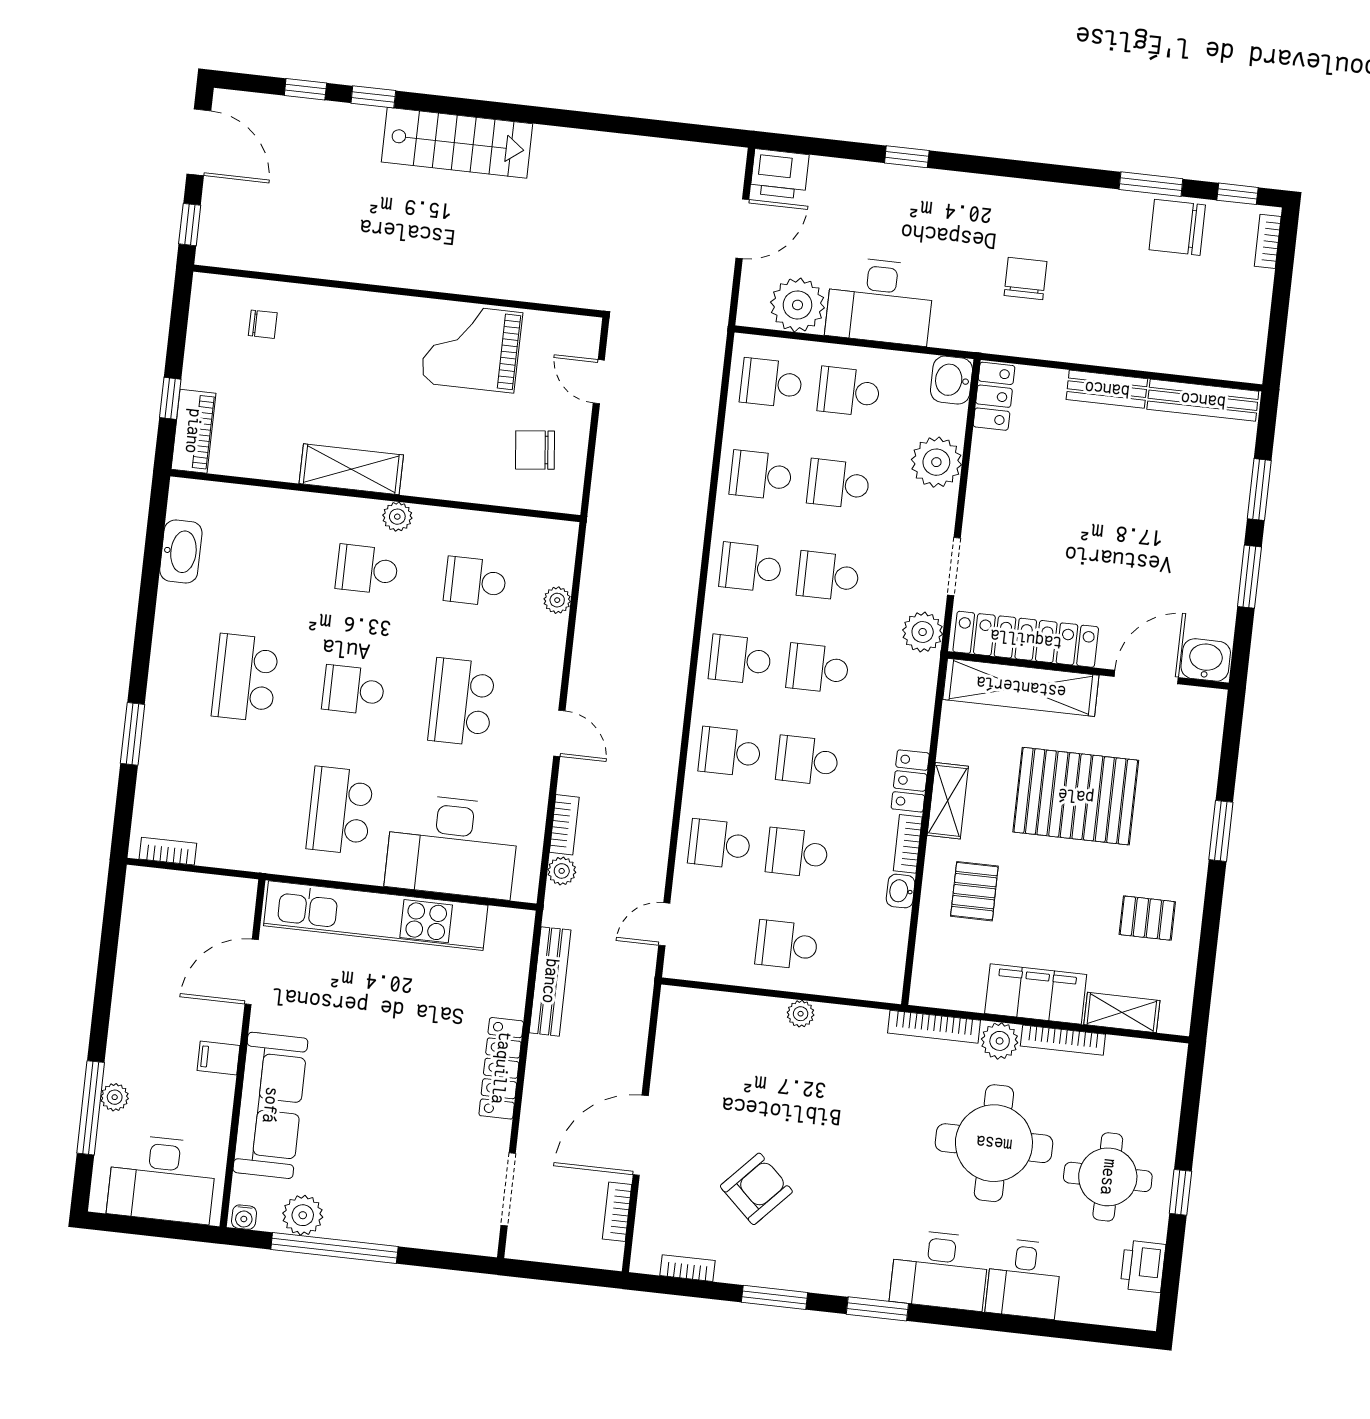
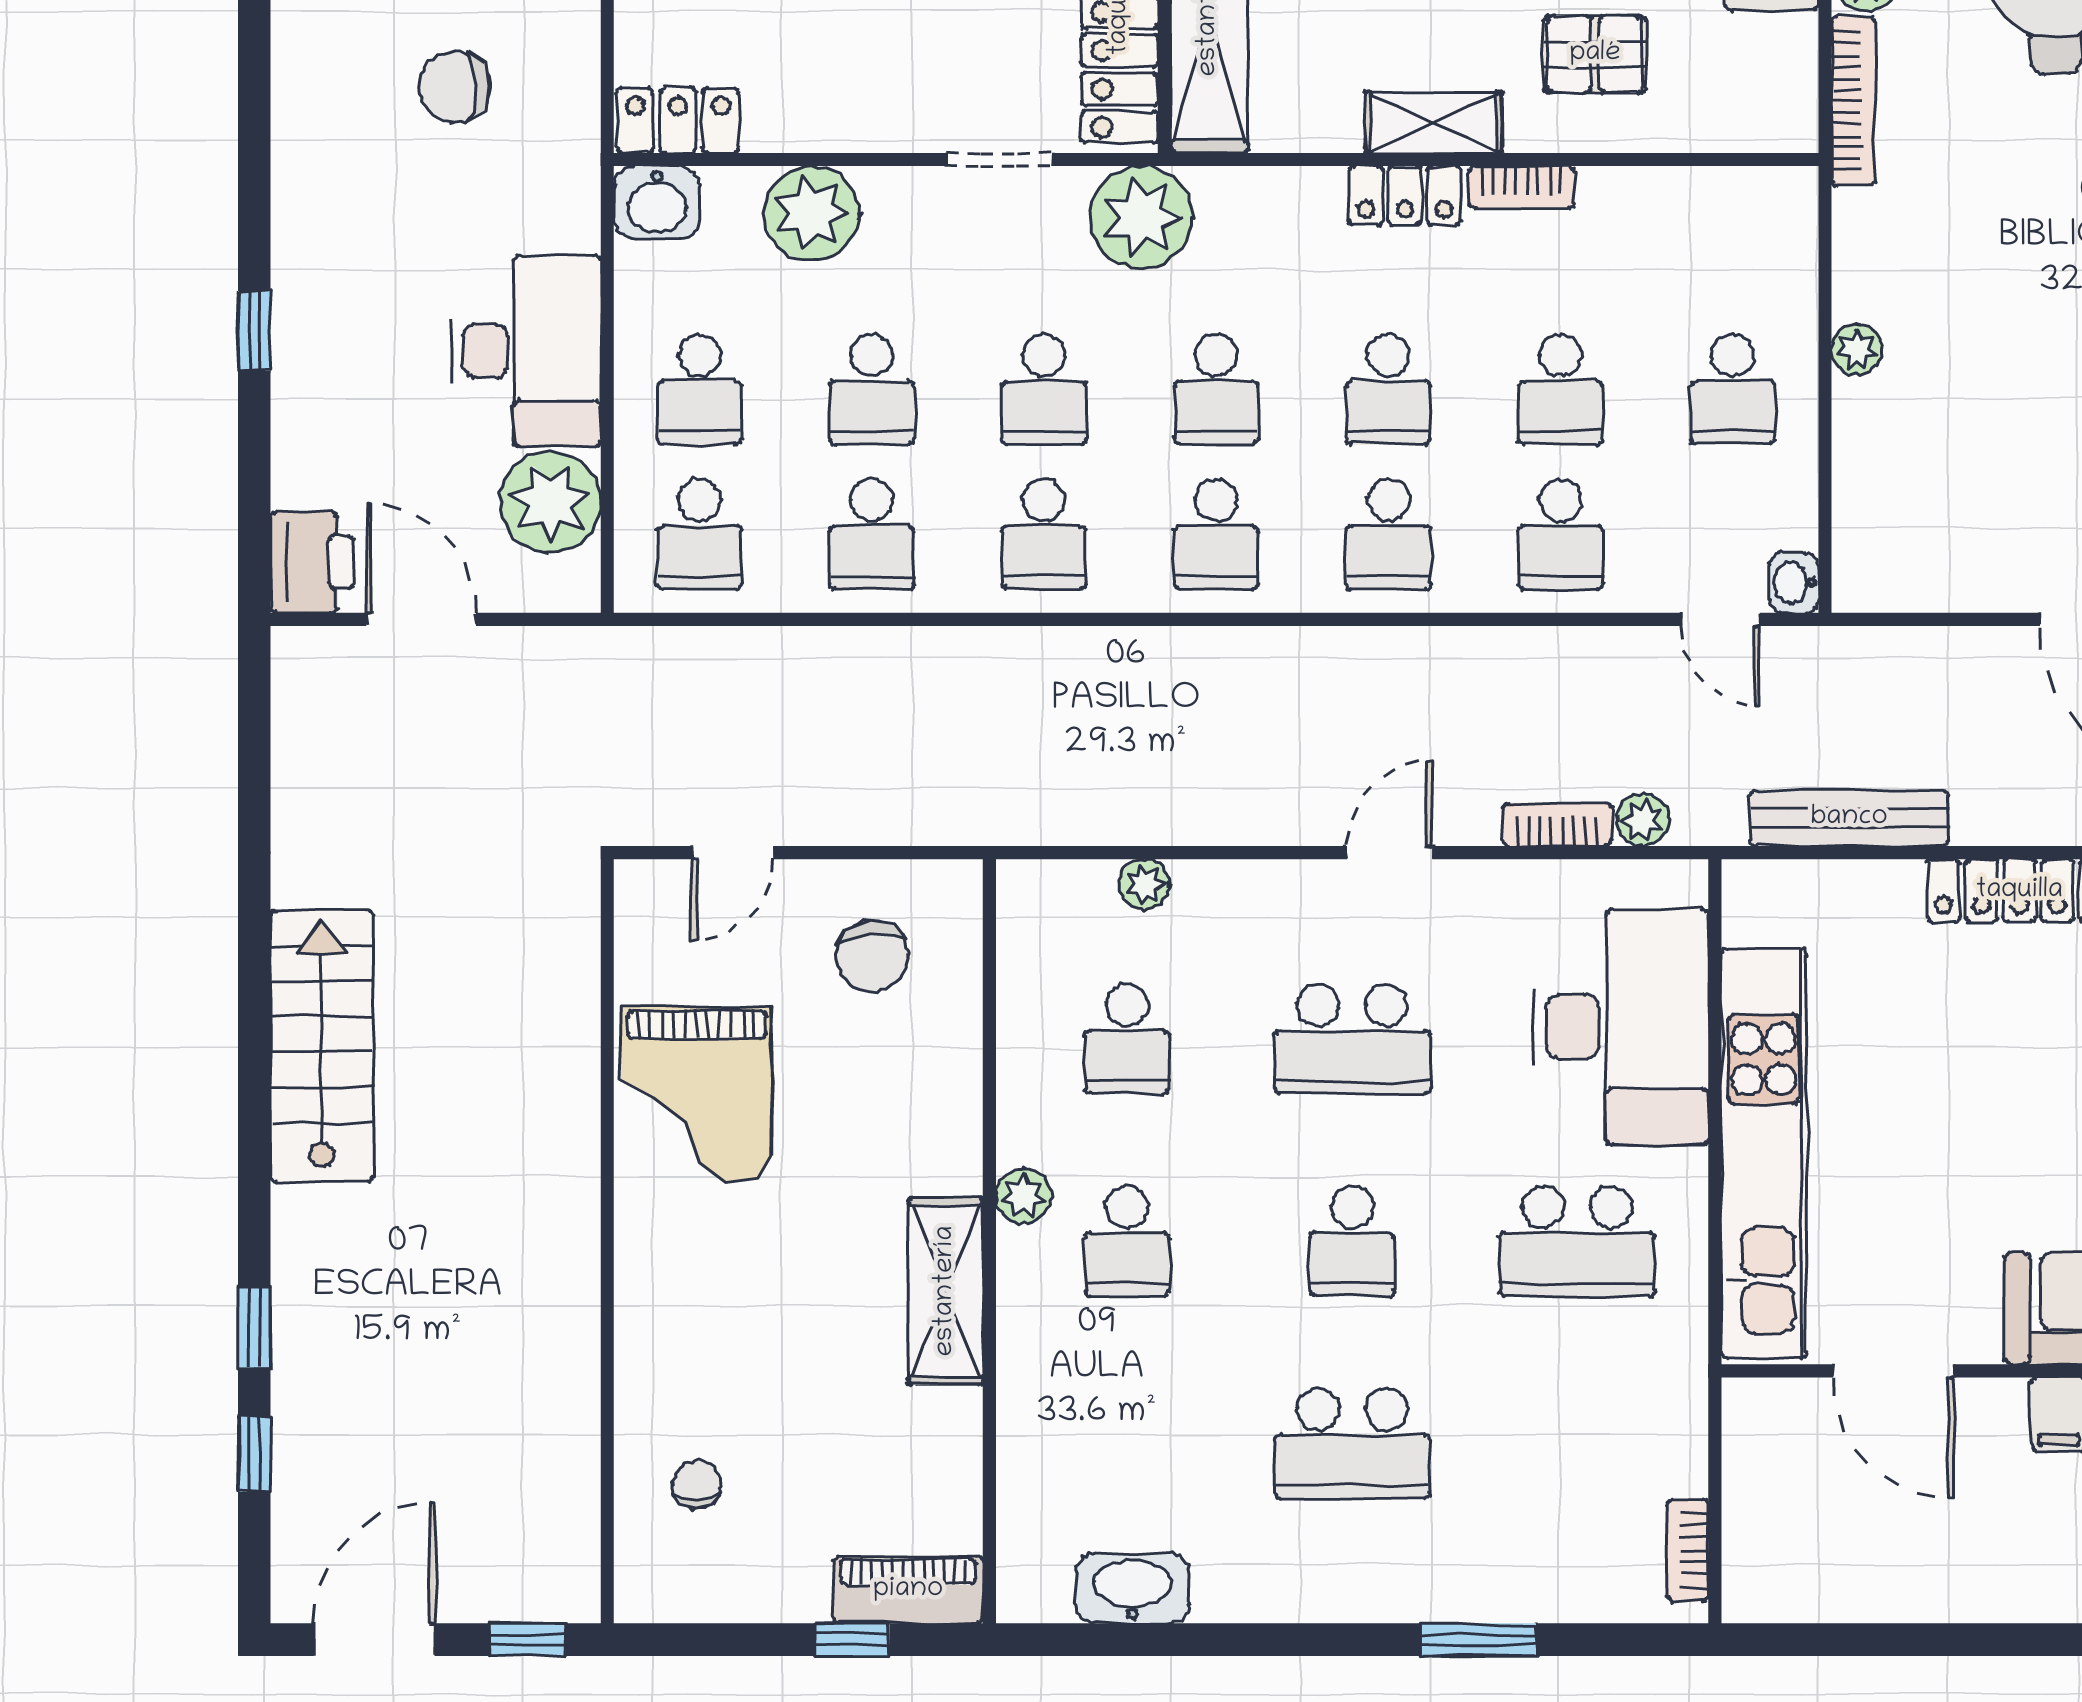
stairs: (457, 143) -> (322, 1046), moved
plant: (923, 632) -> (1141, 217), width x1.36, depth x1.36
washbasin: (901, 891) -> (1794, 582), moved, turned 90

